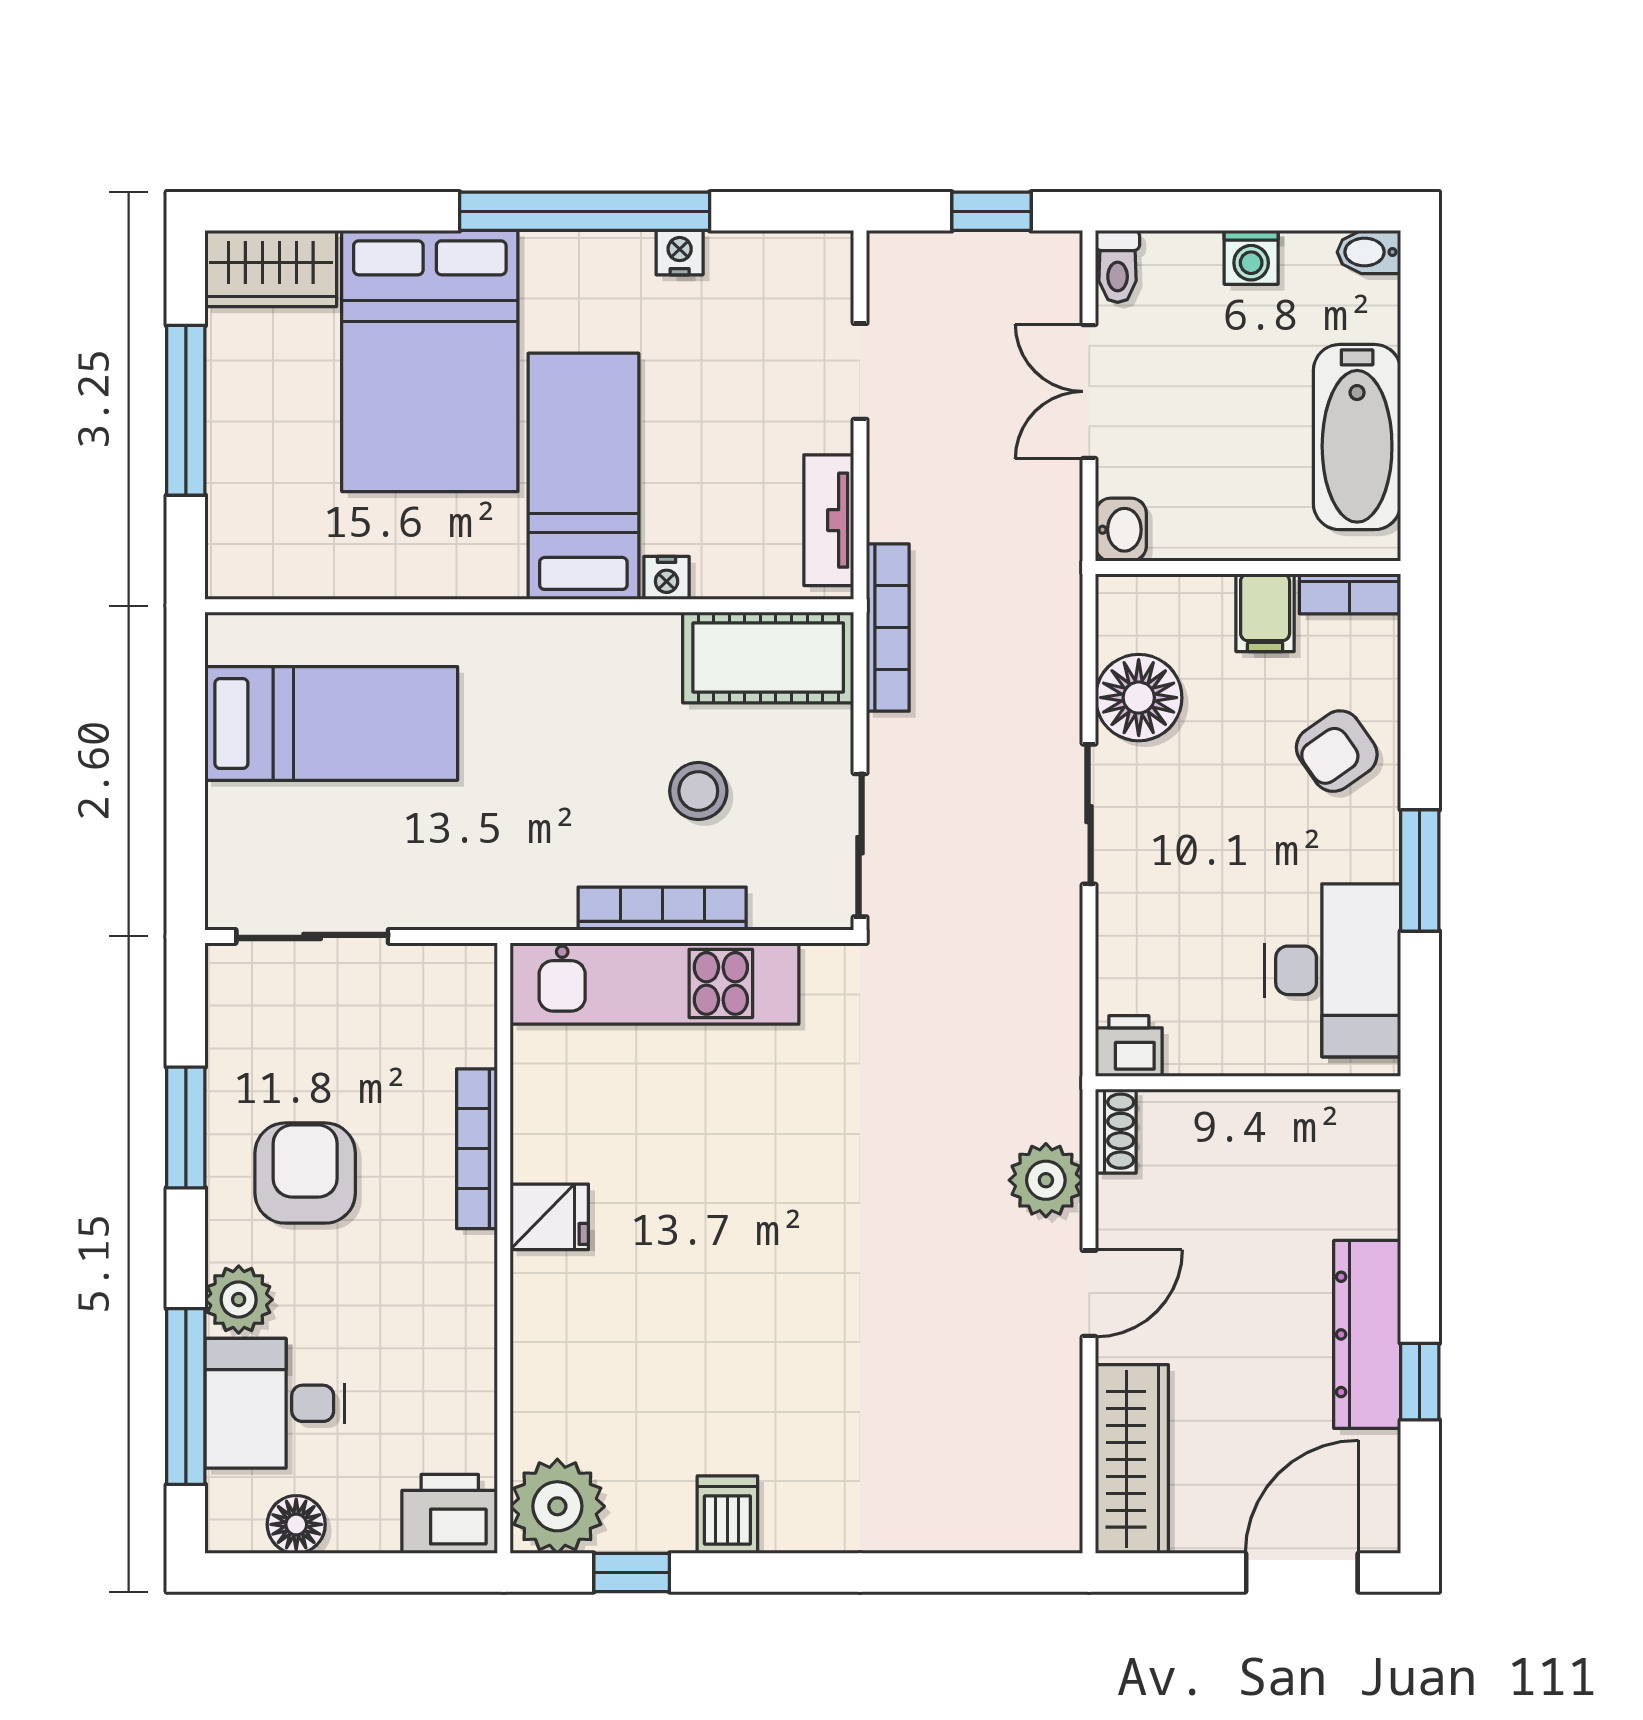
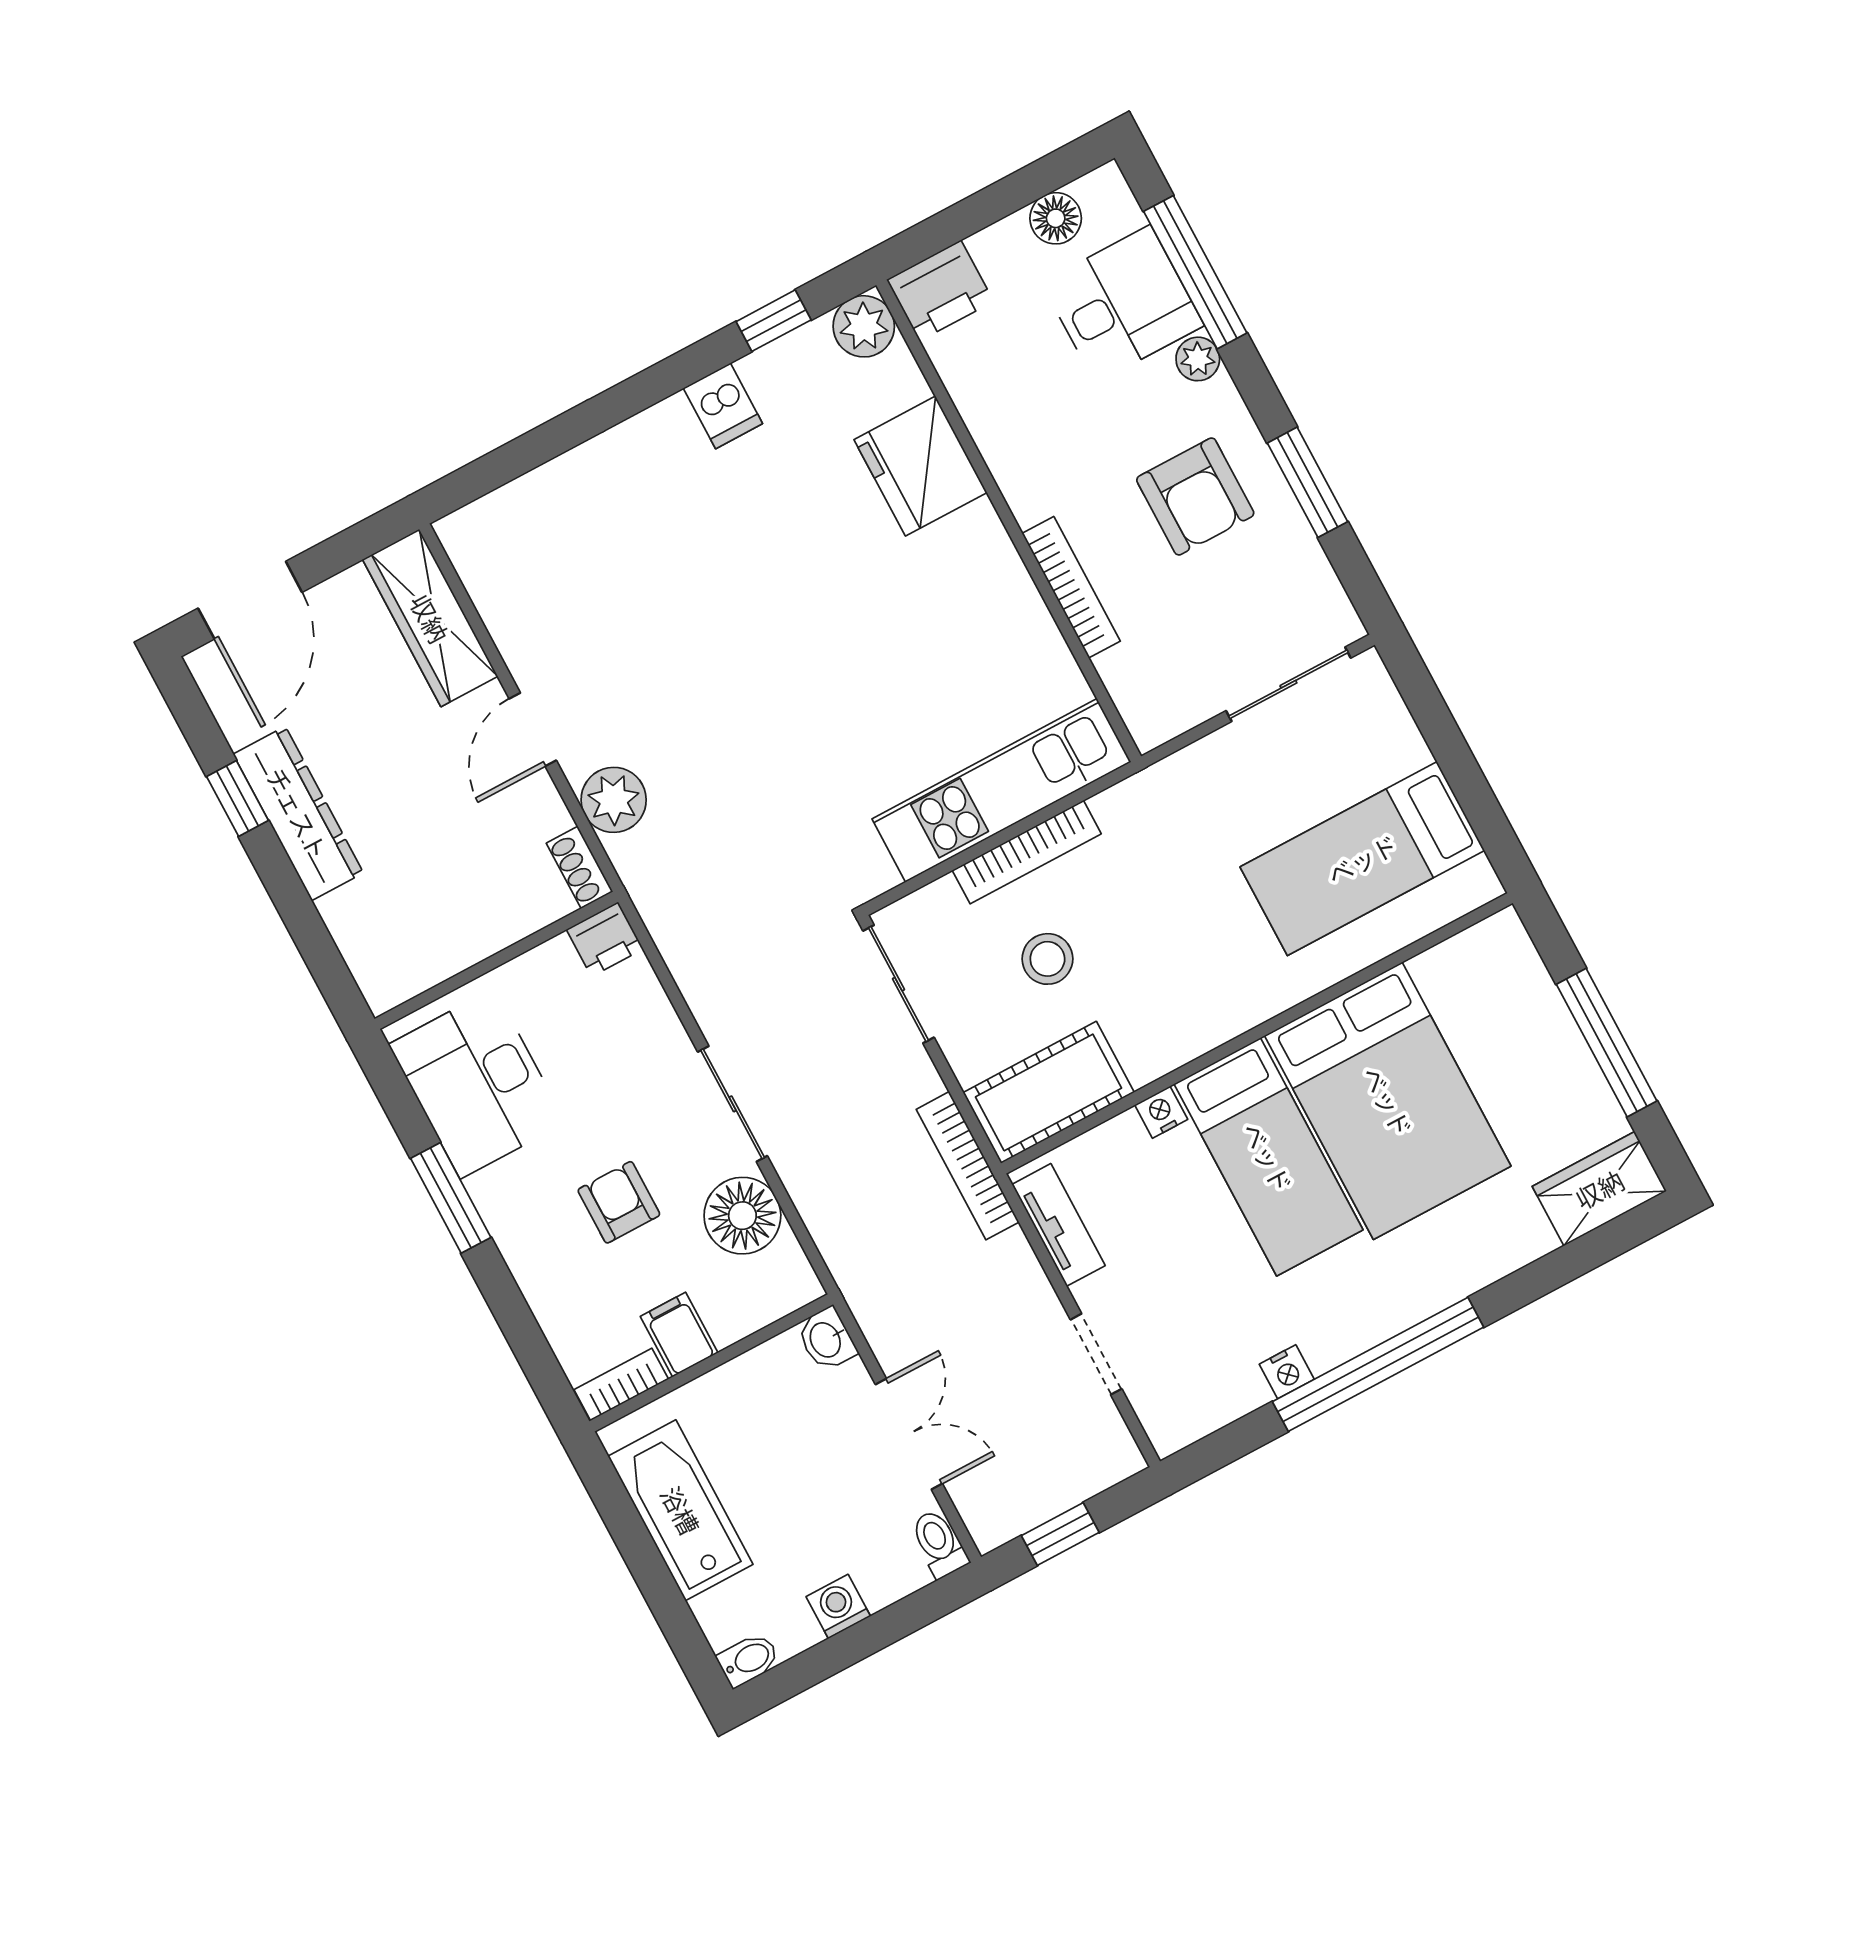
bed: (430, 361) -> (1388, 1101), moved, turned 180
armchair: (1337, 751) -> (619, 1202), moved, turned -55
fridge: (549, 1217) -> (921, 466), moved, width x1.88, depth x1.34
plant: (239, 1300) -> (1198, 359), width x0.73, depth x0.73
plant: (557, 1506) -> (864, 326), width x0.73, depth x0.73

